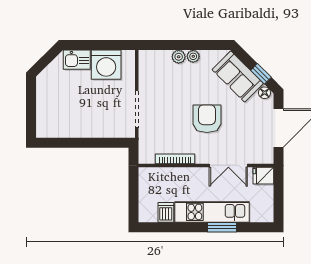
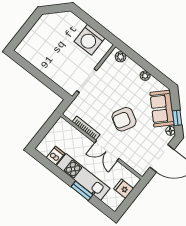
plant: (179, 57) -> (121, 57), moved
kitchen sink: (77, 60) -> (74, 23), removed
armchair: (207, 119) -> (124, 119), turned -151
double door: (228, 165) -> (107, 151), moved
fridge: (263, 176) -> (124, 189), moved

